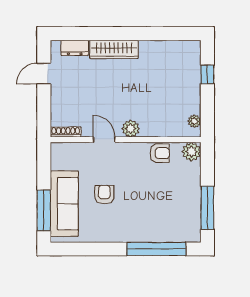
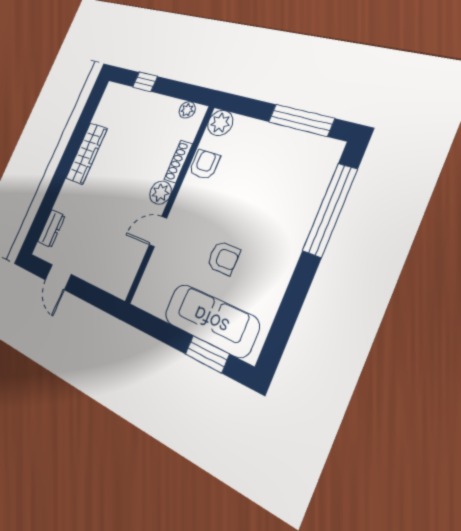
wardrobe: (114, 49) -> (86, 153), moved
shoe rack: (66, 132) -> (178, 162), moved
armchair: (104, 195) -> (223, 258), turned 180
window: (44, 210) -> (207, 354), width x0.69

